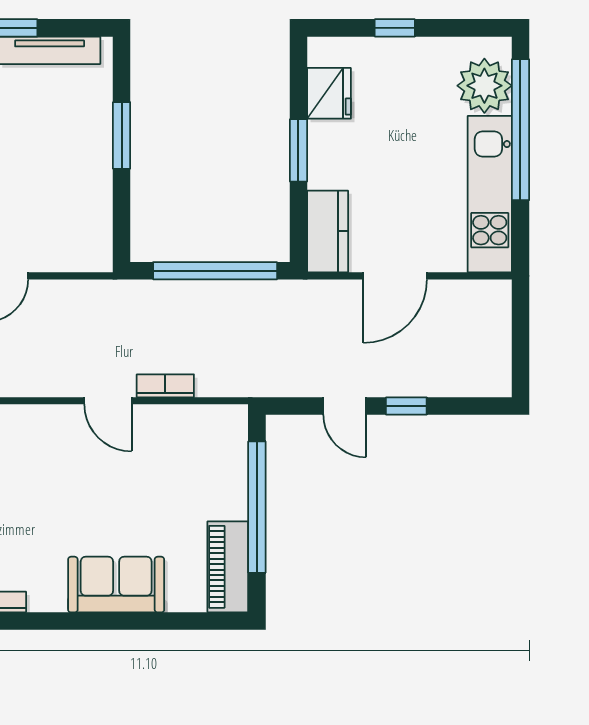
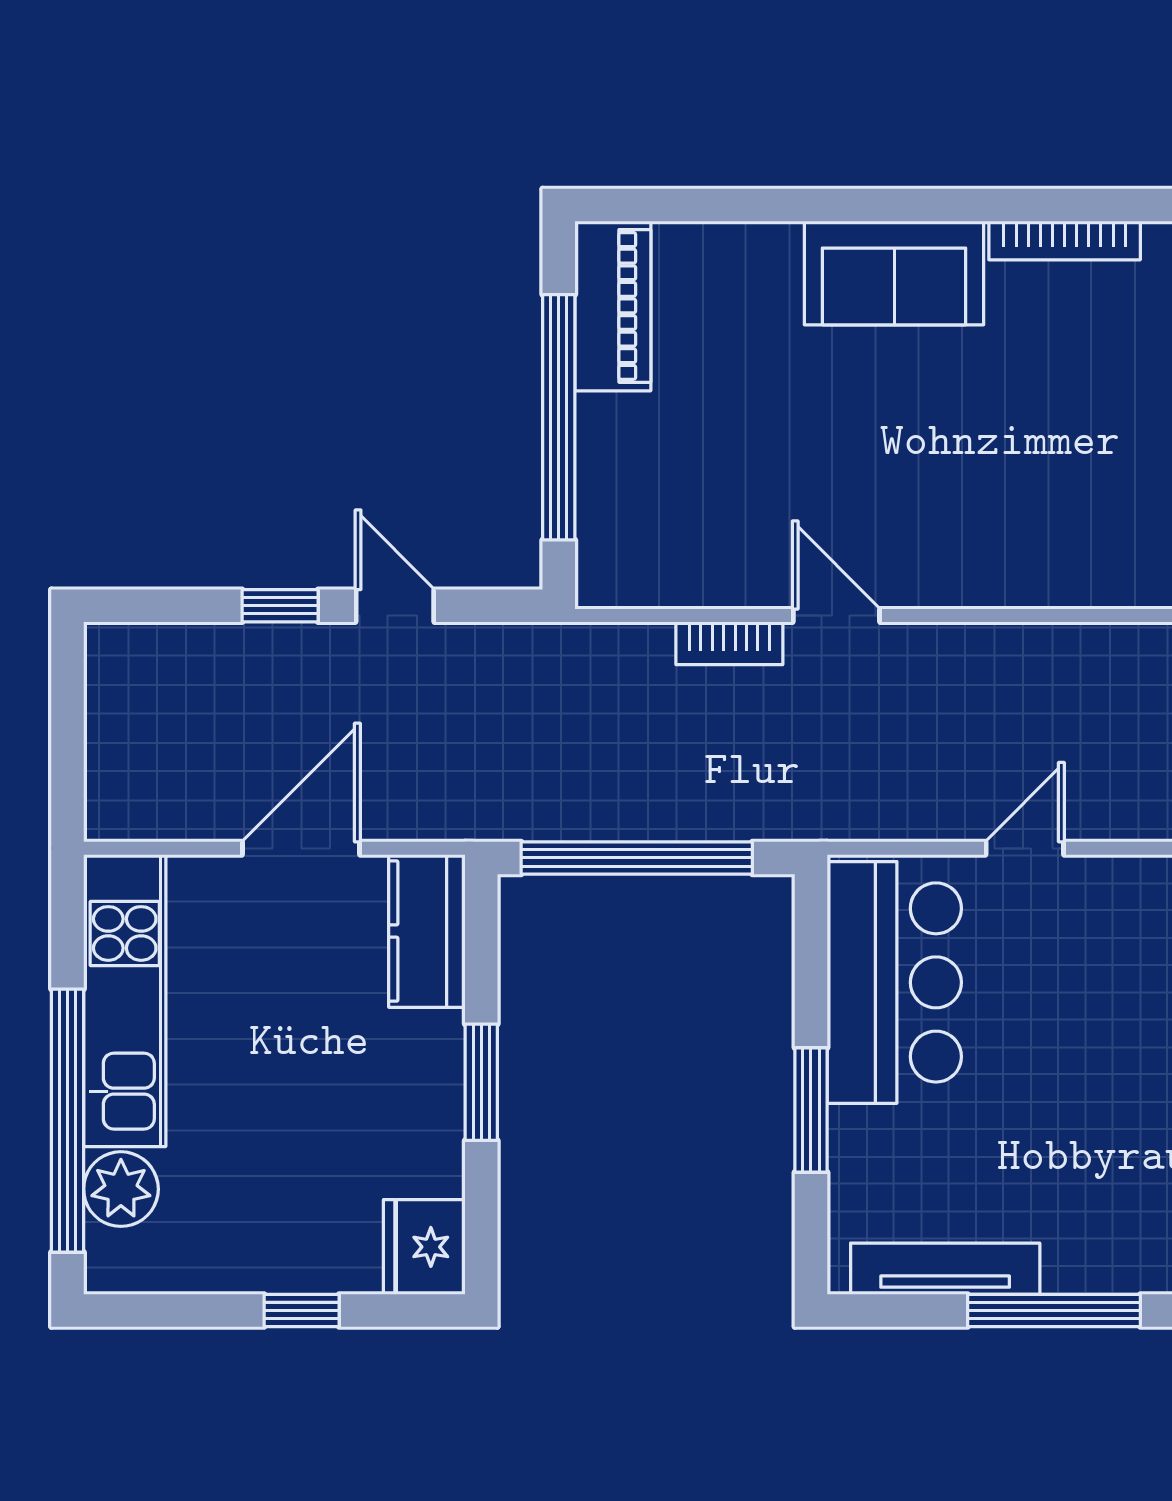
plant: (484, 86) -> (121, 1189), width x0.73, depth x0.73
fridge: (329, 93) -> (424, 1247), moved
bar counter: (77, 204) -> (894, 982), added
sofa: (116, 585) -> (894, 273), moved

